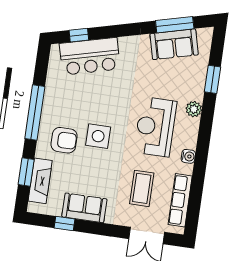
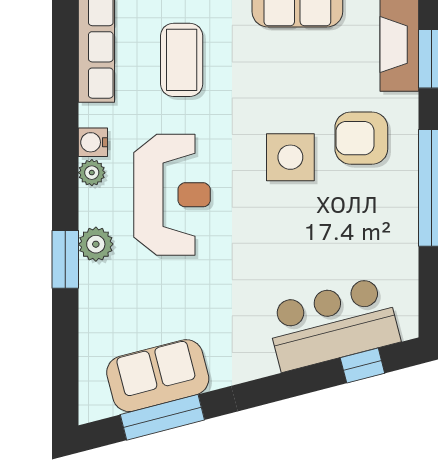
window: (213, 79) -> (65, 259), moved
plant: (191, 142) -> (92, 173), added

